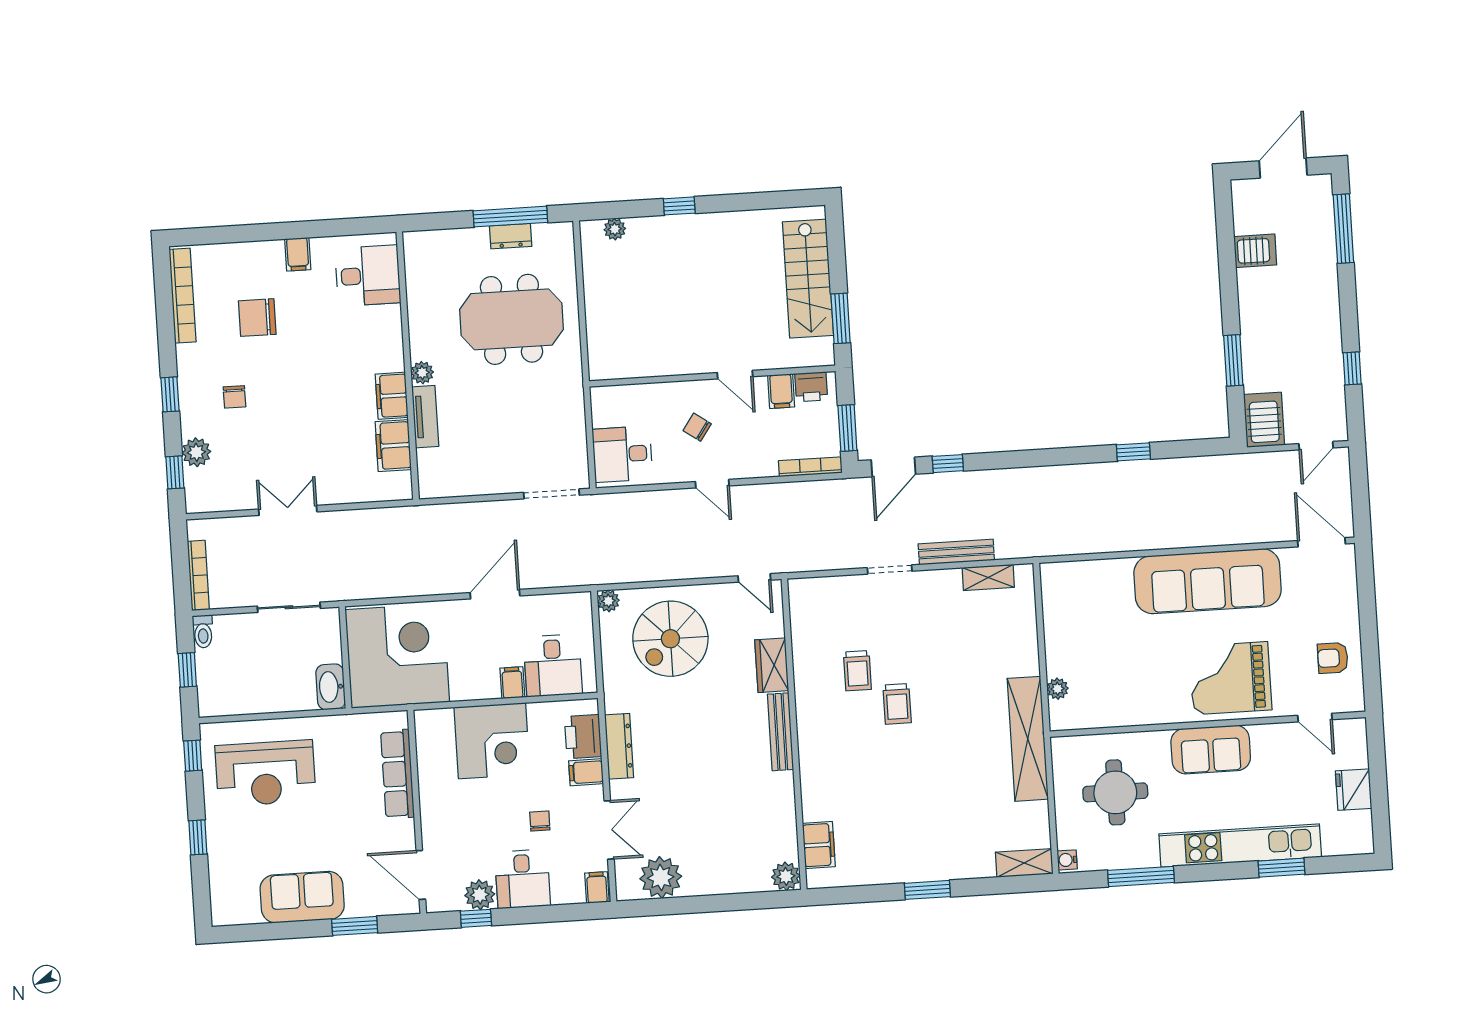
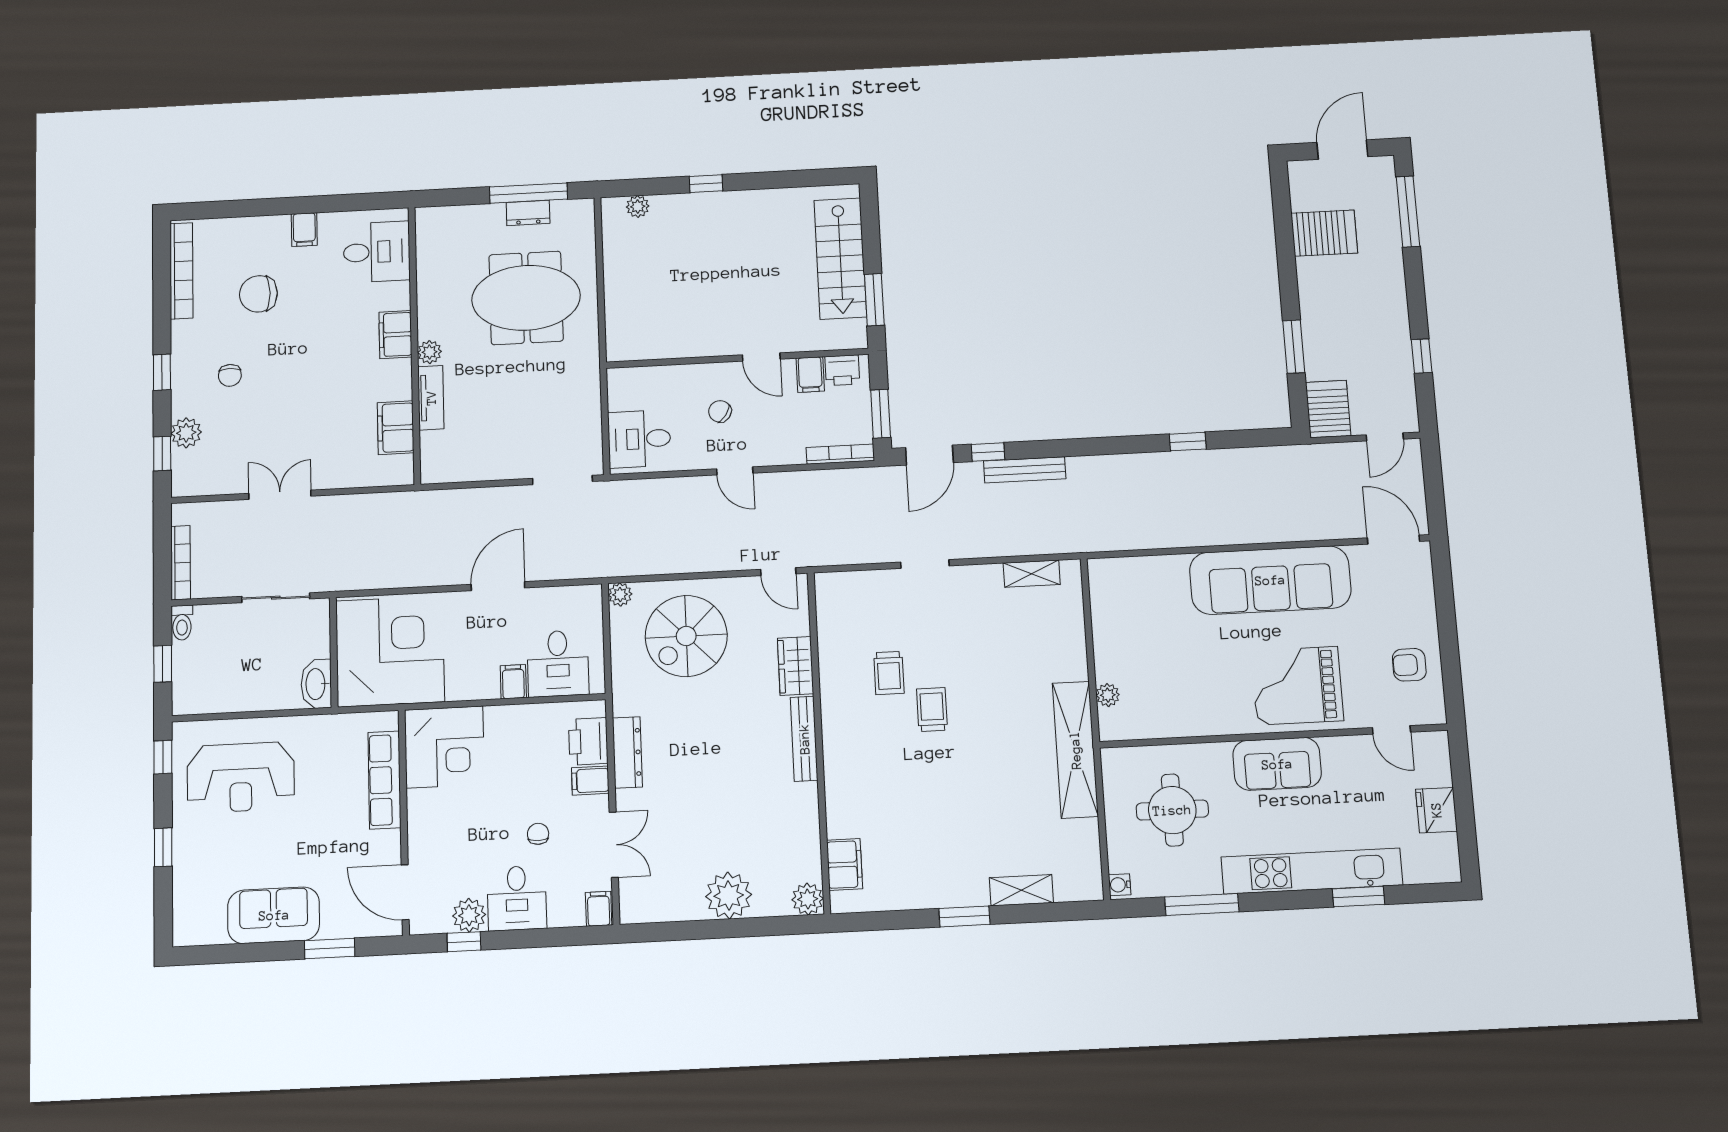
server rack: (1255, 251) -> (1324, 233), width x1.36, depth x1.44
filing cabinet: (392, 396) -> (395, 335), moved
bench: (956, 552) -> (1025, 470), moved
trolley: (897, 704) -> (932, 710), turned 180
corner desk: (492, 741) -> (444, 747), moved
shelving: (1024, 863) -> (1021, 890), moved
plant: (661, 877) -> (729, 896), moved

